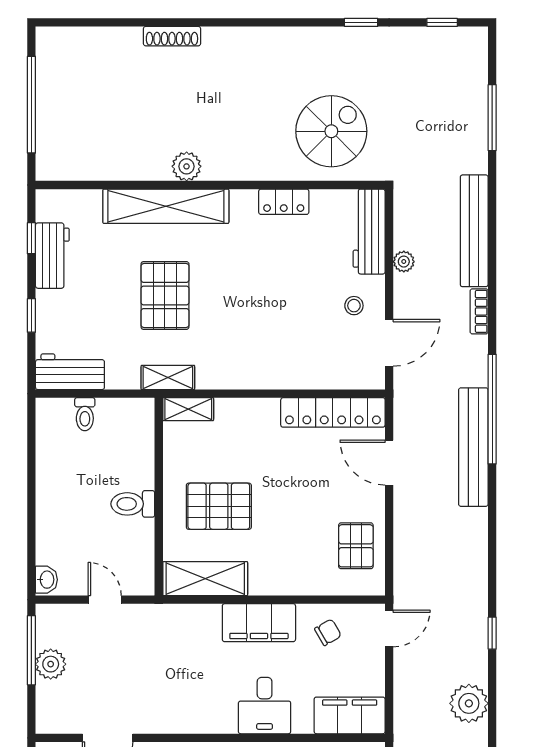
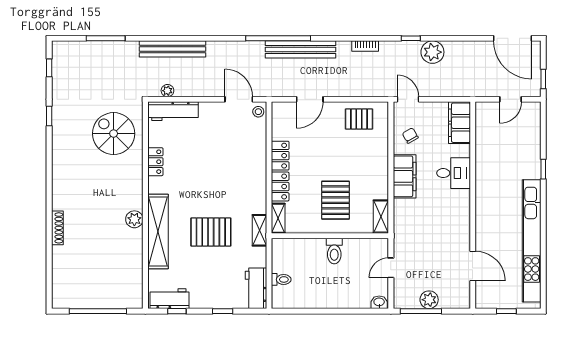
workbench: (52, 256) -> (170, 299), moved
plant: (404, 262) -> (167, 91), moved
stool: (354, 306) -> (258, 112), moved
bookcase: (479, 311) -> (365, 46), moved
locker: (333, 412) -> (280, 171), moved
shelving: (205, 579) -> (381, 217), width x0.67, depth x0.75
plant: (469, 703) -> (432, 52), moved

